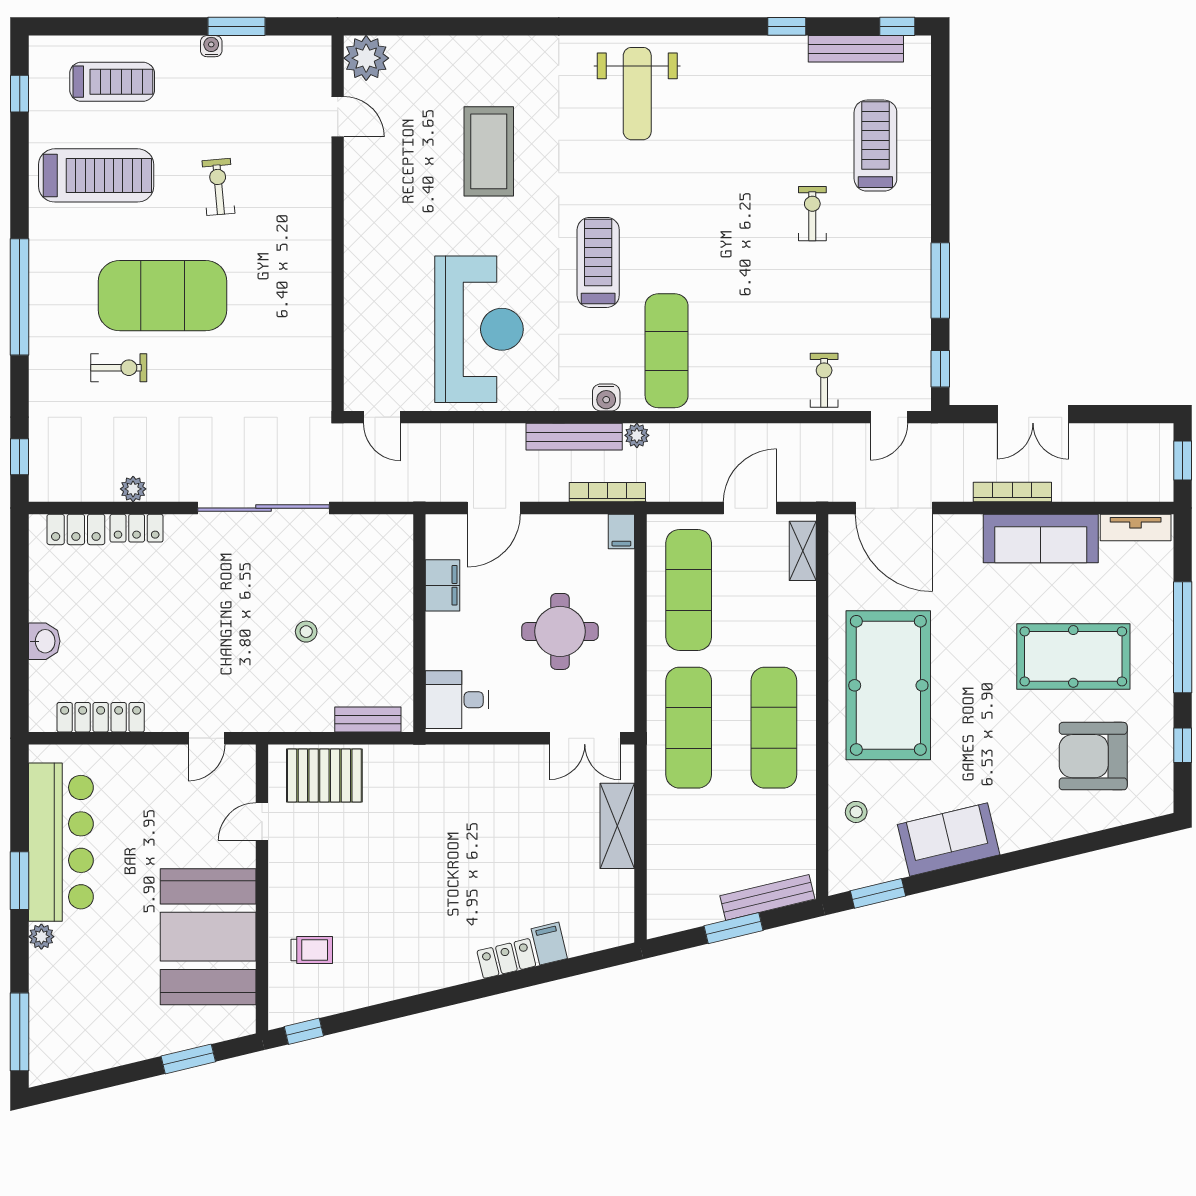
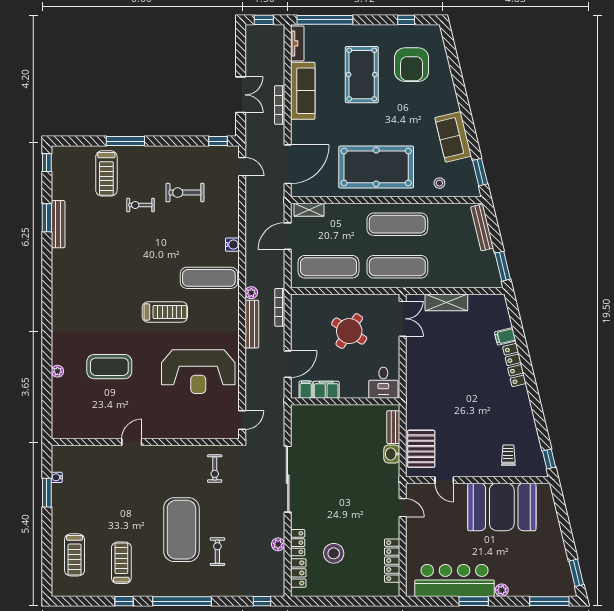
window: (787, 26) -> (47, 218), width x1.50
water cooler: (211, 46) -> (57, 477), moved
bench: (856, 49) -> (58, 224), moved
plant: (366, 58) -> (57, 371), moved, width x0.53, depth x0.53
treadmill: (112, 82) -> (75, 555), turned 180
window: (20, 94) -> (124, 601), moved
weight bench: (637, 94) -> (80, 292), removed
door: (338, 117) -> (132, 442), moved
treadmill: (875, 146) -> (106, 173), turned -90
treadmill: (96, 175) -> (121, 563), width x0.73, depth x0.73
exercise bike: (219, 187) -> (215, 469), moved, turned -85
treadmill: (598, 262) -> (165, 312), turned 180
window: (940, 281) -> (125, 141), moved
reception desk: (479, 329) -> (198, 372), turned 180
exercise bike: (824, 380) -> (185, 193), moved, width x1.38, depth x1.39
water cooler: (606, 397) -> (232, 245), moved
door: (494, 508) -> (288, 364), hinge flipped
door: (750, 508) -> (288, 236), hinge flipped
filing cabinet: (621, 531) -> (306, 390), moved, turned -90
round table: (560, 631) -> (349, 331), turned 33
stool: (306, 632) -> (334, 553), moved, width x1.89, depth x1.89
window: (1183, 637) -> (325, 20), moved
washbasin: (44, 641) -> (392, 454), moved, turned -90
window: (734, 928) -> (503, 266), moved
locker: (506, 958) -> (514, 365), width x1.53
window: (188, 1059) -> (576, 573), moved

